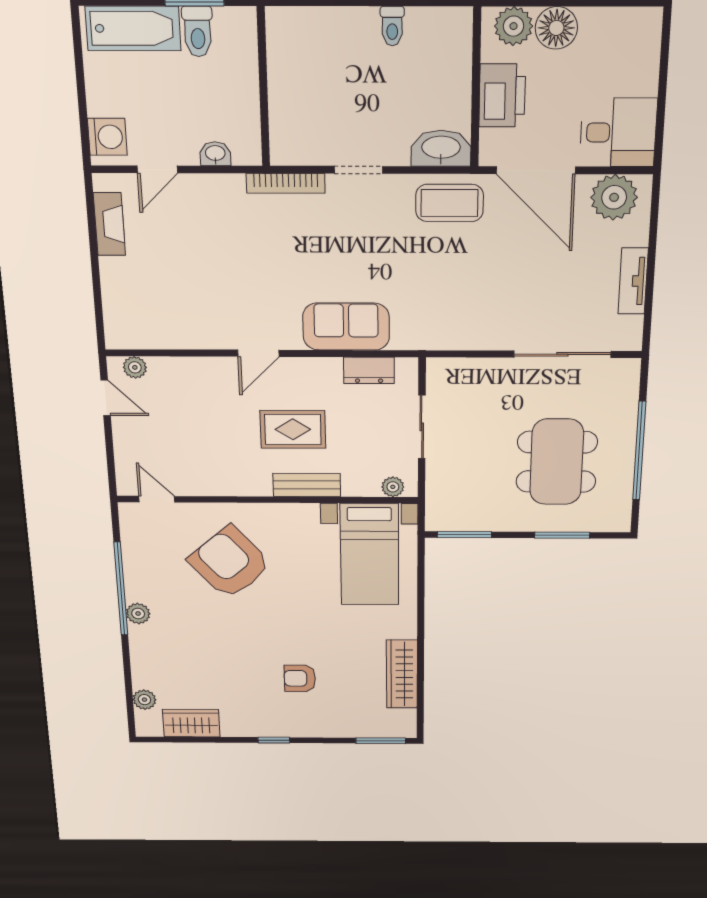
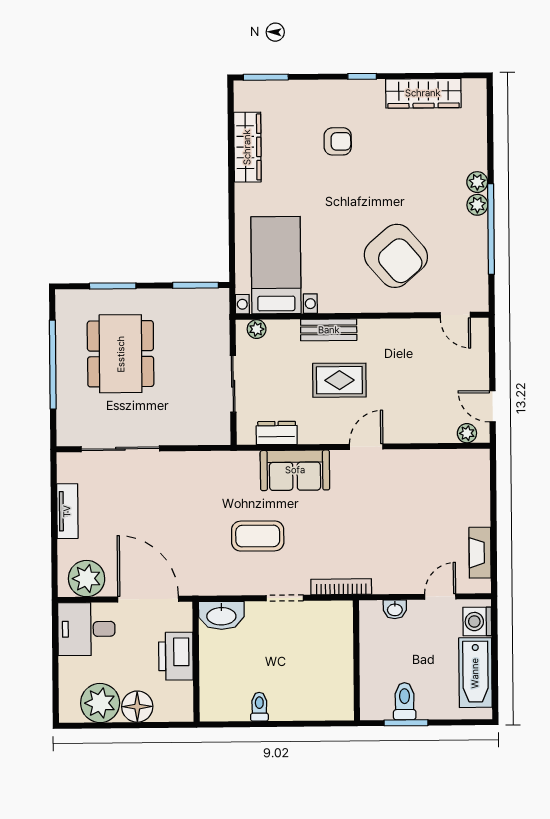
plant: (514, 26) -> (100, 703), moved, width x1.36, depth x1.36
bathtub: (133, 28) -> (475, 673), moved, turned -90
coffee table: (449, 203) -> (258, 536), moved
plant: (144, 700) -> (477, 182), moved
wardrobe: (191, 723) -> (423, 93), width x1.50

